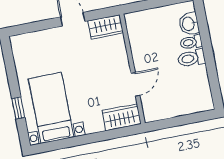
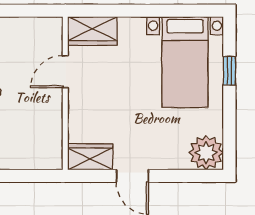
plant: (23, 46) -> (206, 153), added

